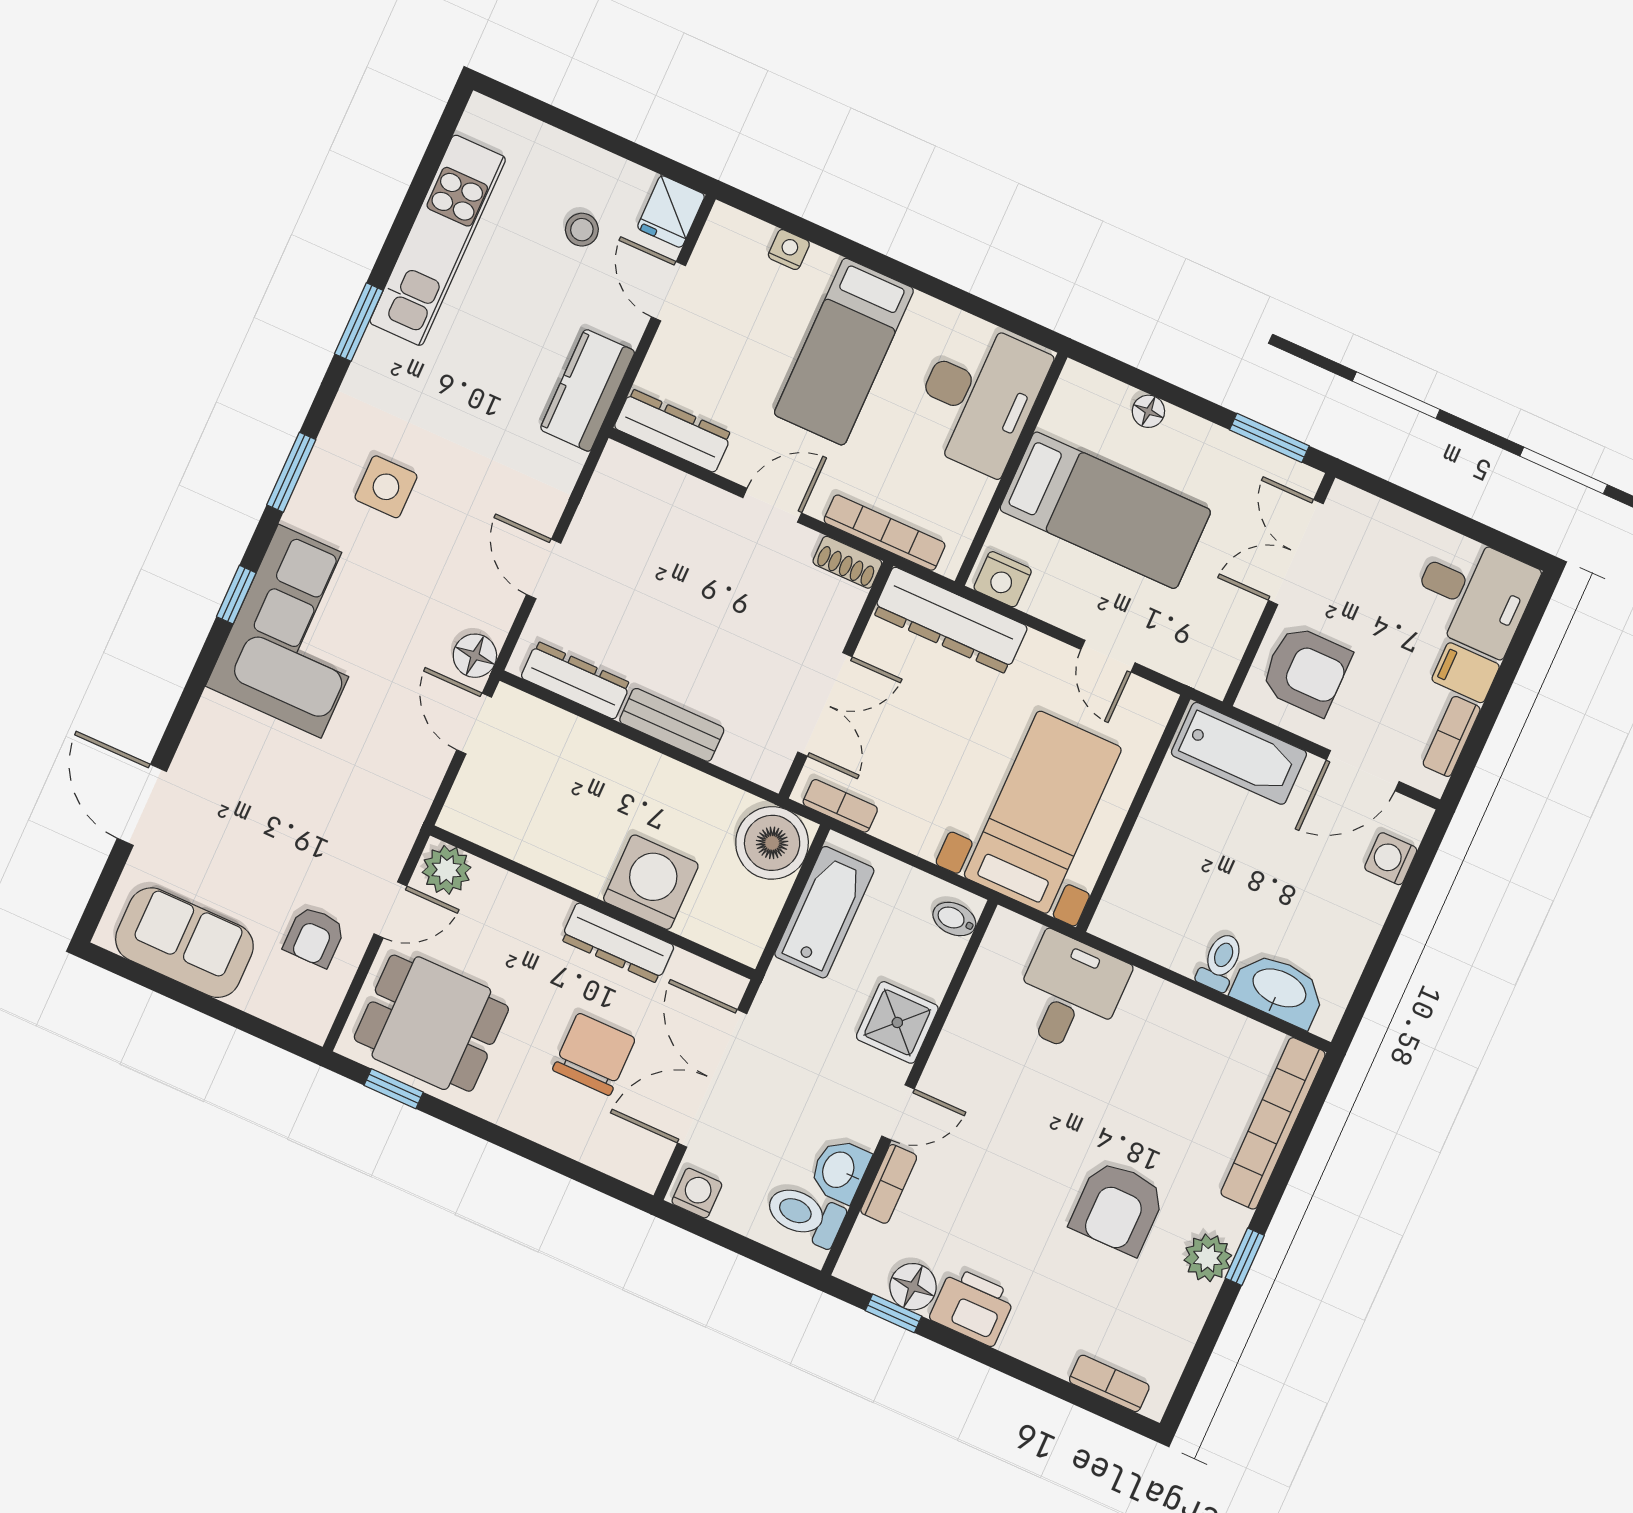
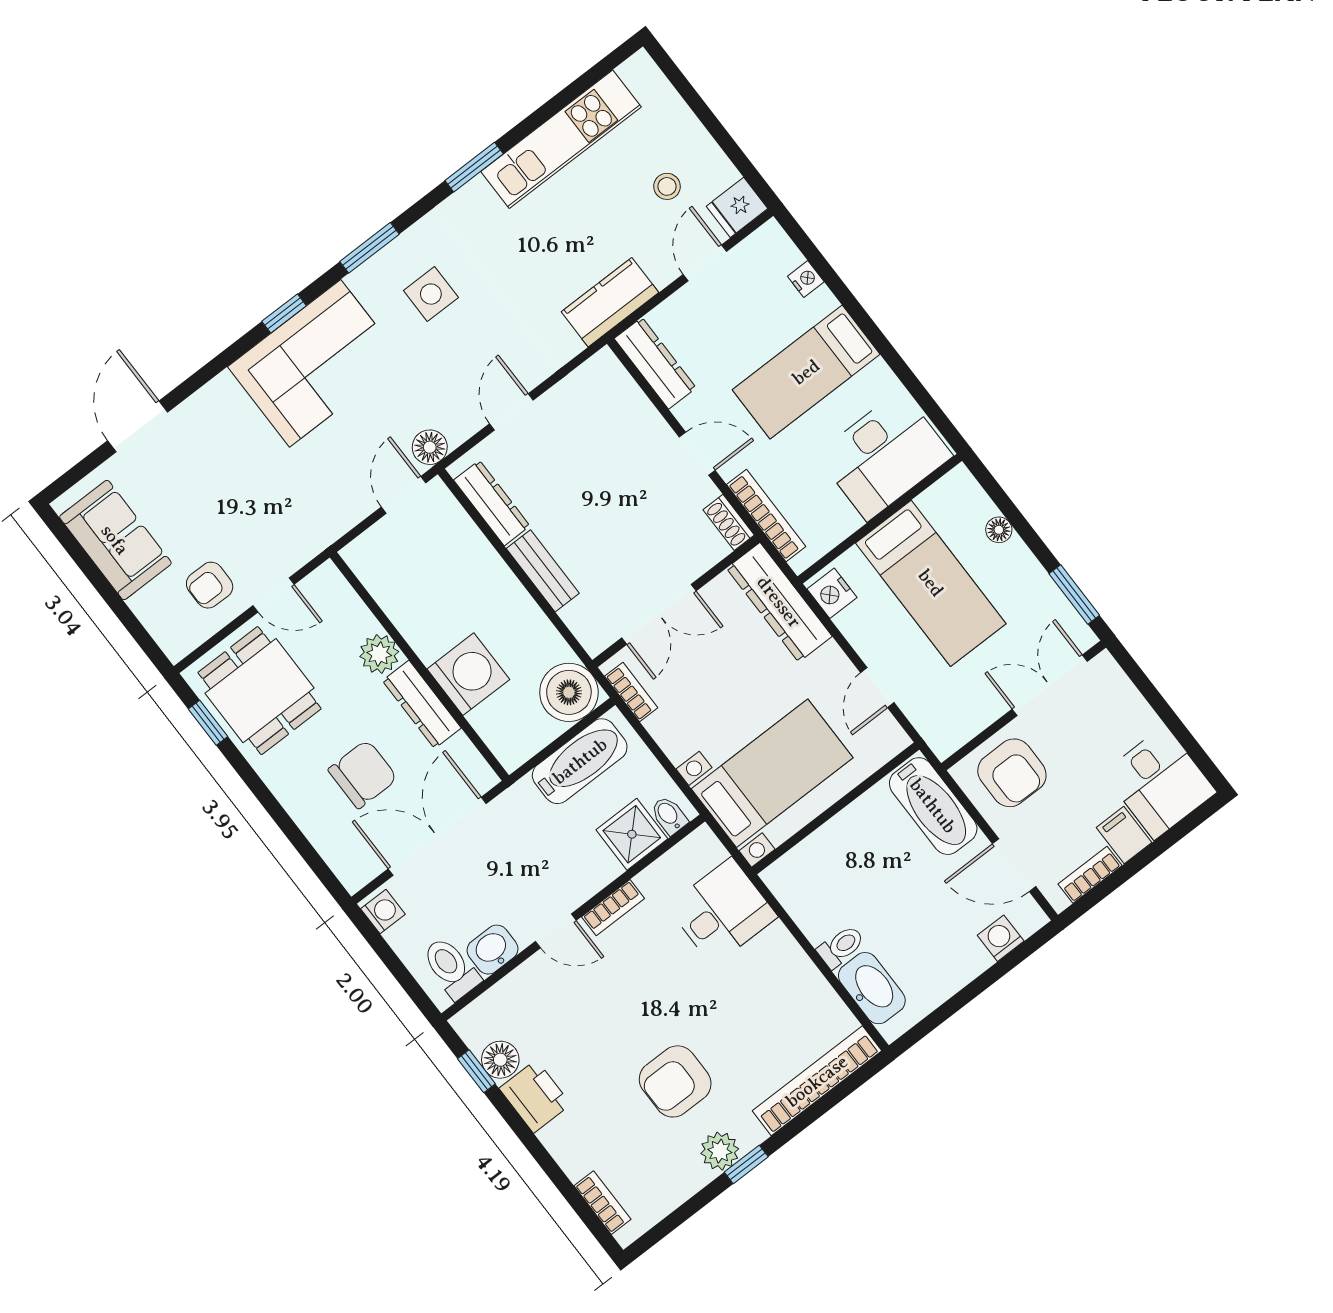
plant: (447, 870) -> (379, 654), moved
shower: (897, 1022) -> (632, 834), moved
bookcase: (889, 1184) -> (613, 908), moved

